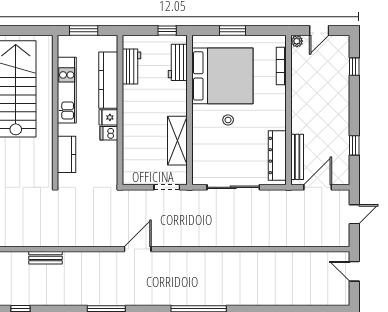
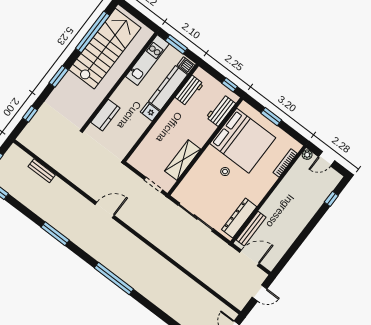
kitchen unit: (67, 90) -> (147, 60), moved
dishwasher: (109, 133) -> (186, 65), moved
window: (354, 145) -> (293, 249), removed

